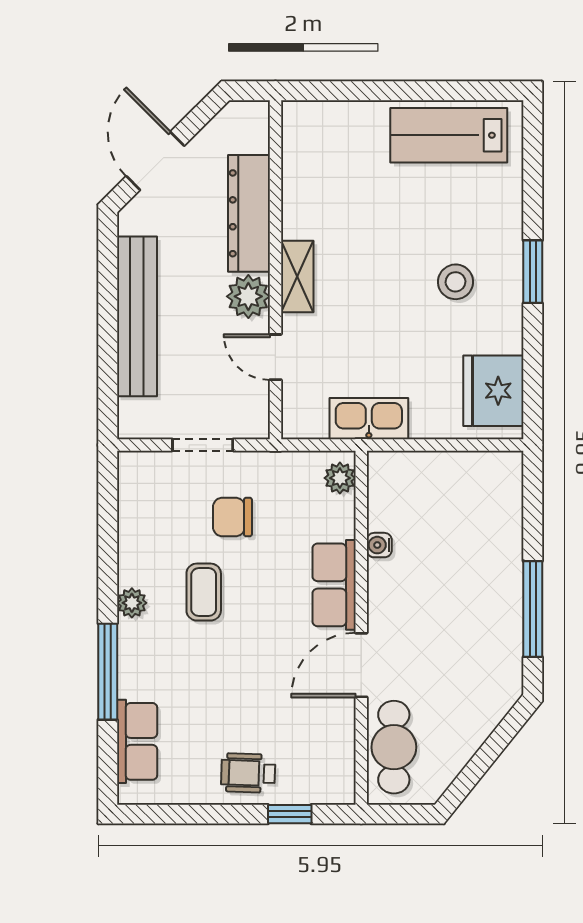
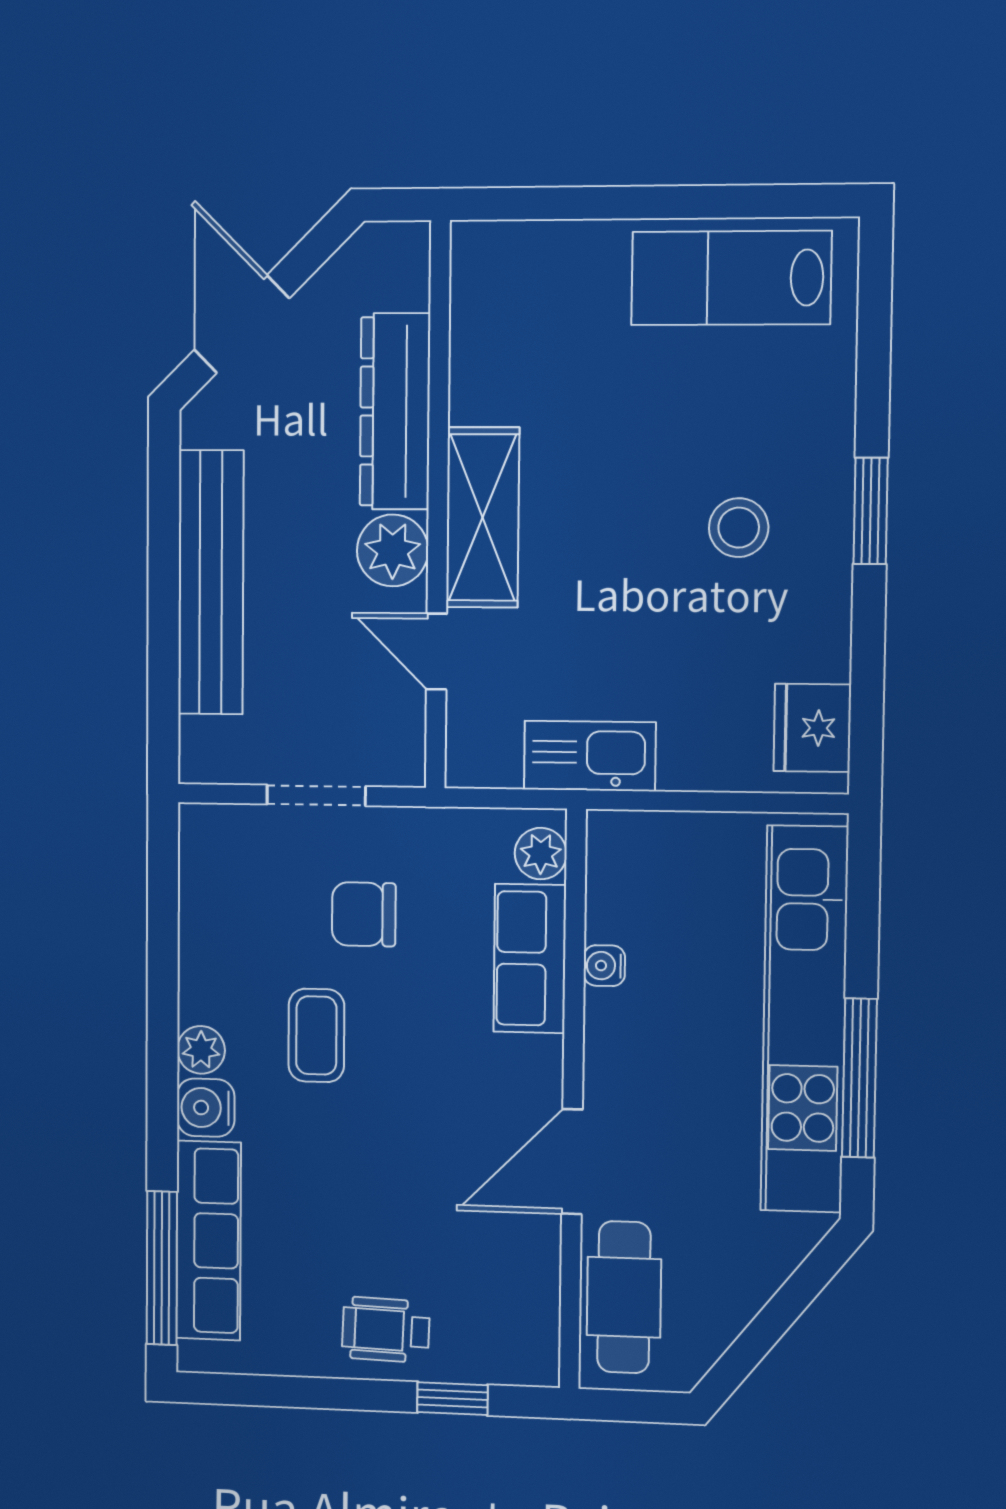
shelving: (297, 276) -> (483, 517), width x1.50, depth x1.33
fridge: (493, 391) -> (812, 728), width x0.73, depth x0.75
kitchen unit: (499, 575) -> (804, 1019), added
row of seats: (334, 585) -> (530, 958), moved
water cooler: (135, 639) -> (206, 1108), added
window: (108, 672) -> (162, 1268), moved
row of seats: (137, 741) -> (208, 1241), width x1.48

